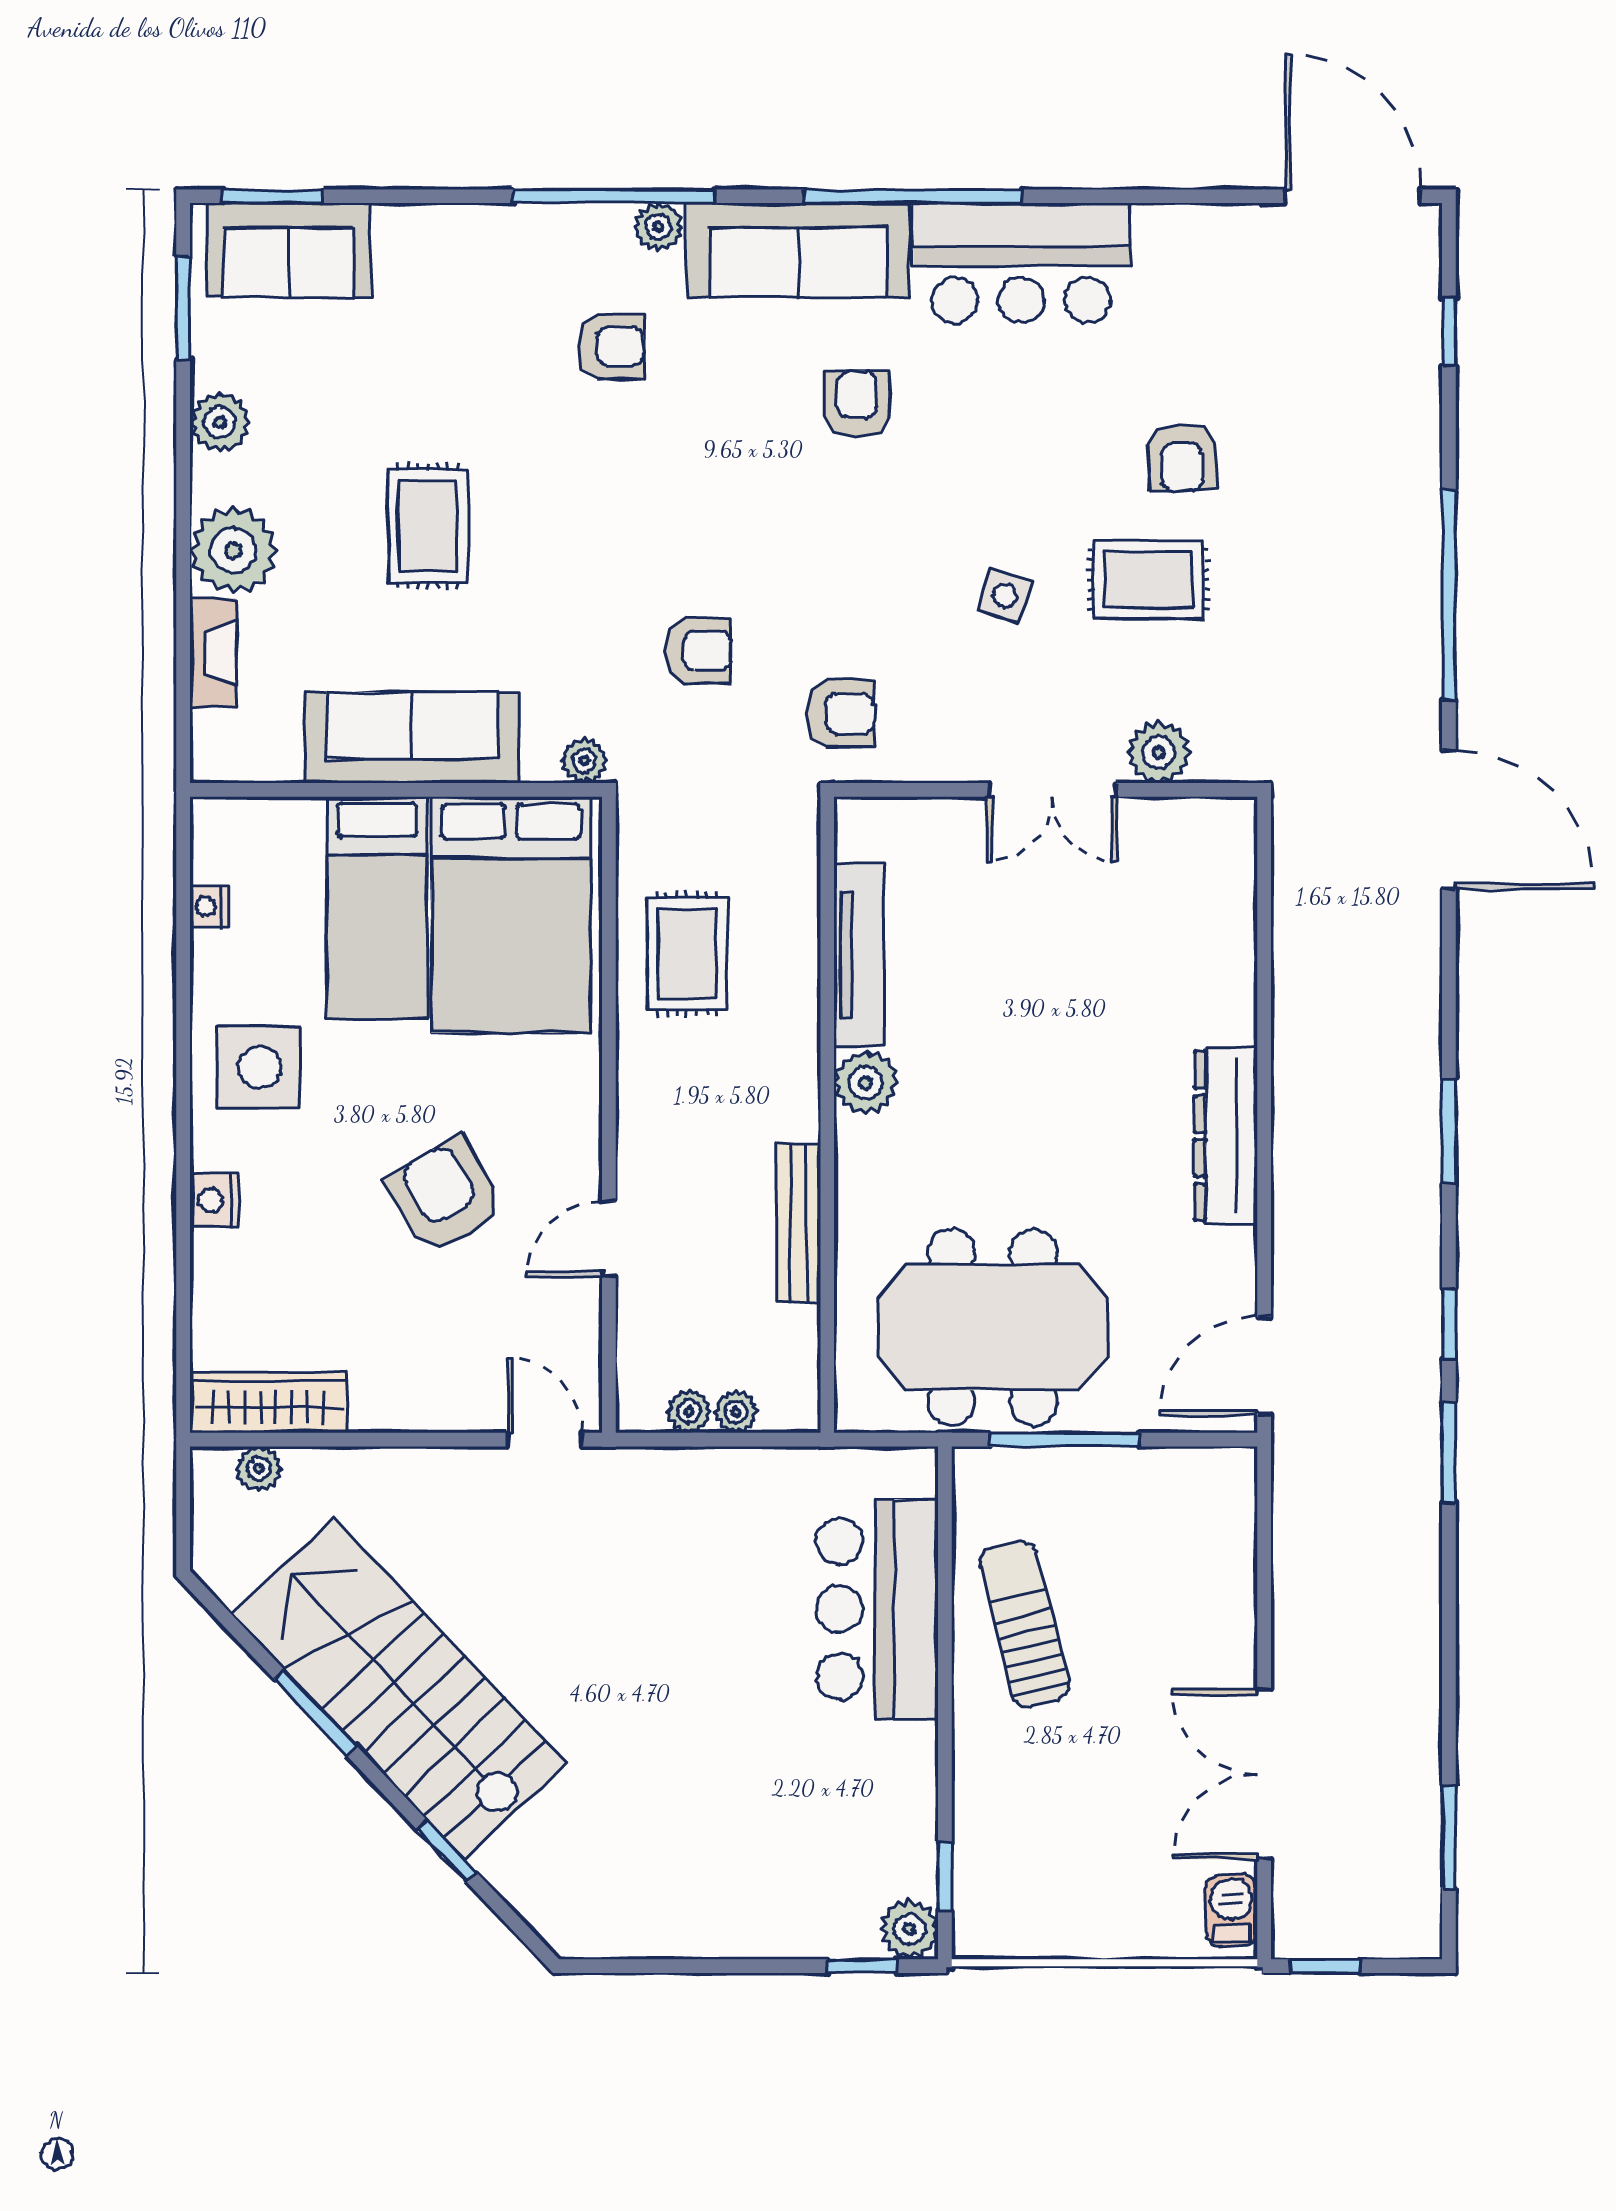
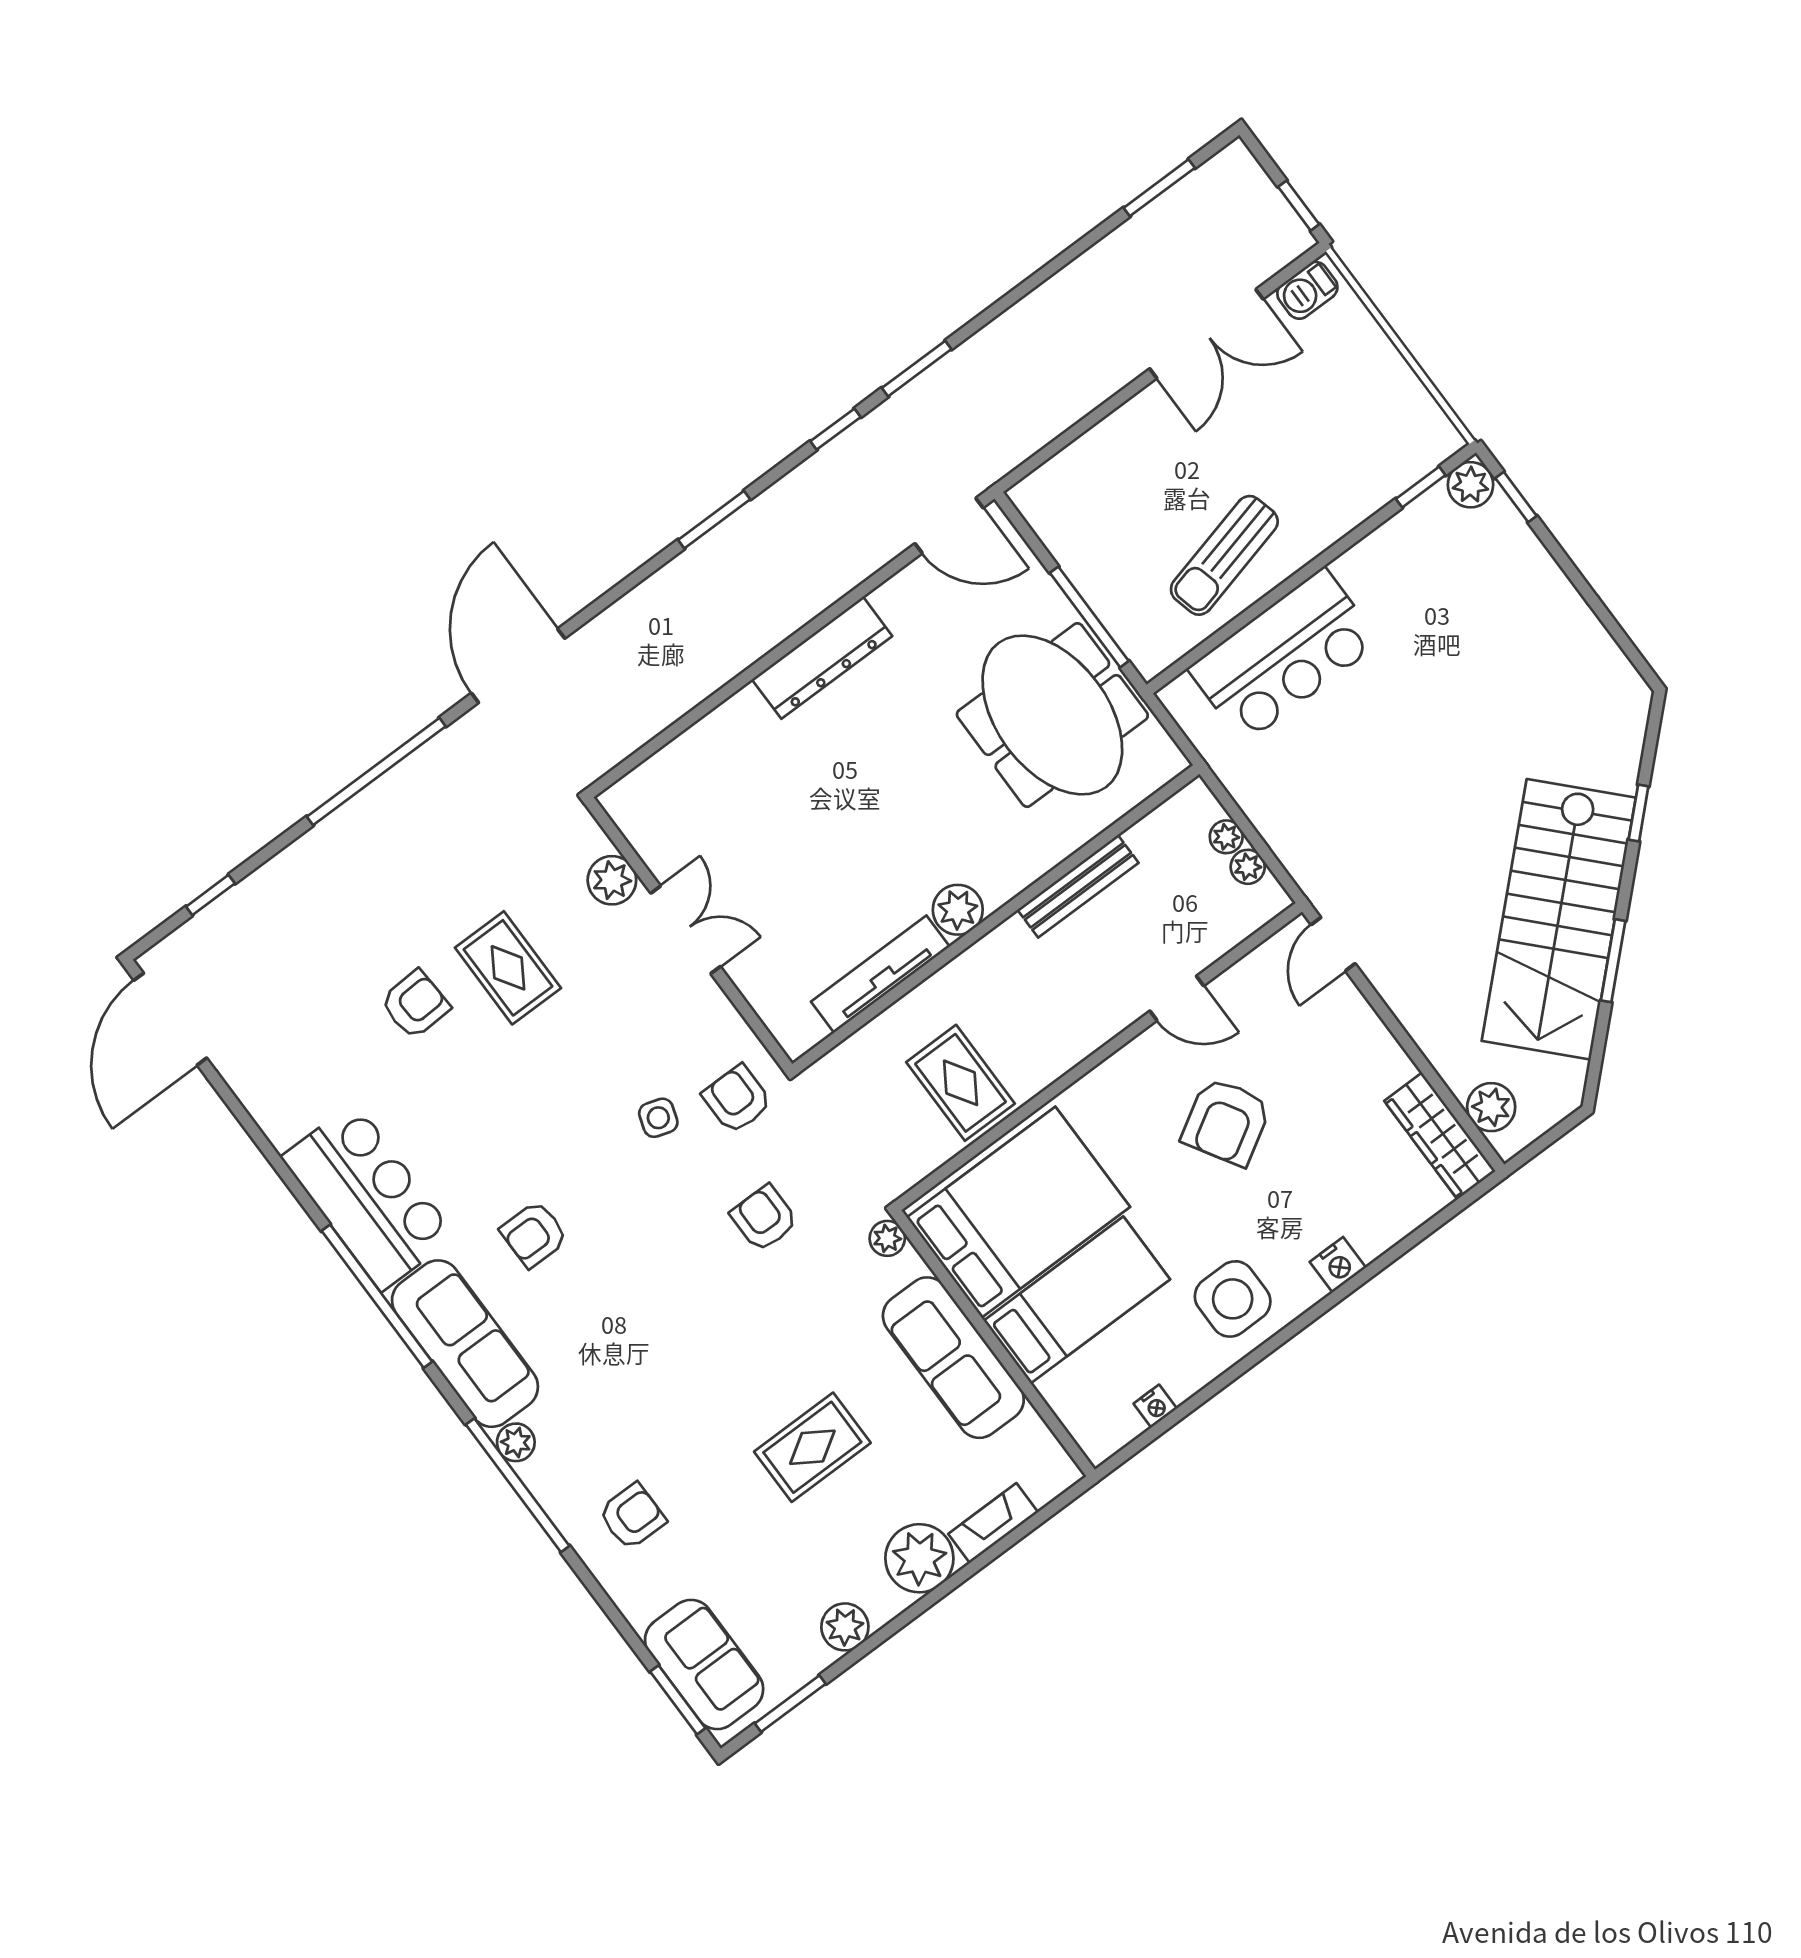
armchair: (611, 346) -> (632, 1516), moved, turned 90
side table: (1005, 596) -> (658, 1118), moved
rug: (687, 954) -> (960, 1083), turned 90
plant: (259, 1469) -> (1491, 1107), width x1.38, depth x1.38

